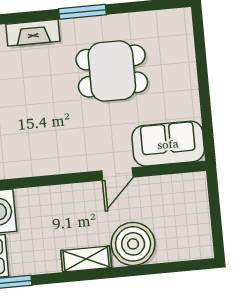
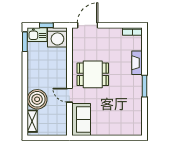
dining table: (112, 71) -> (93, 74), moved, turned 90
shelving: (86, 259) -> (32, 121), moved

